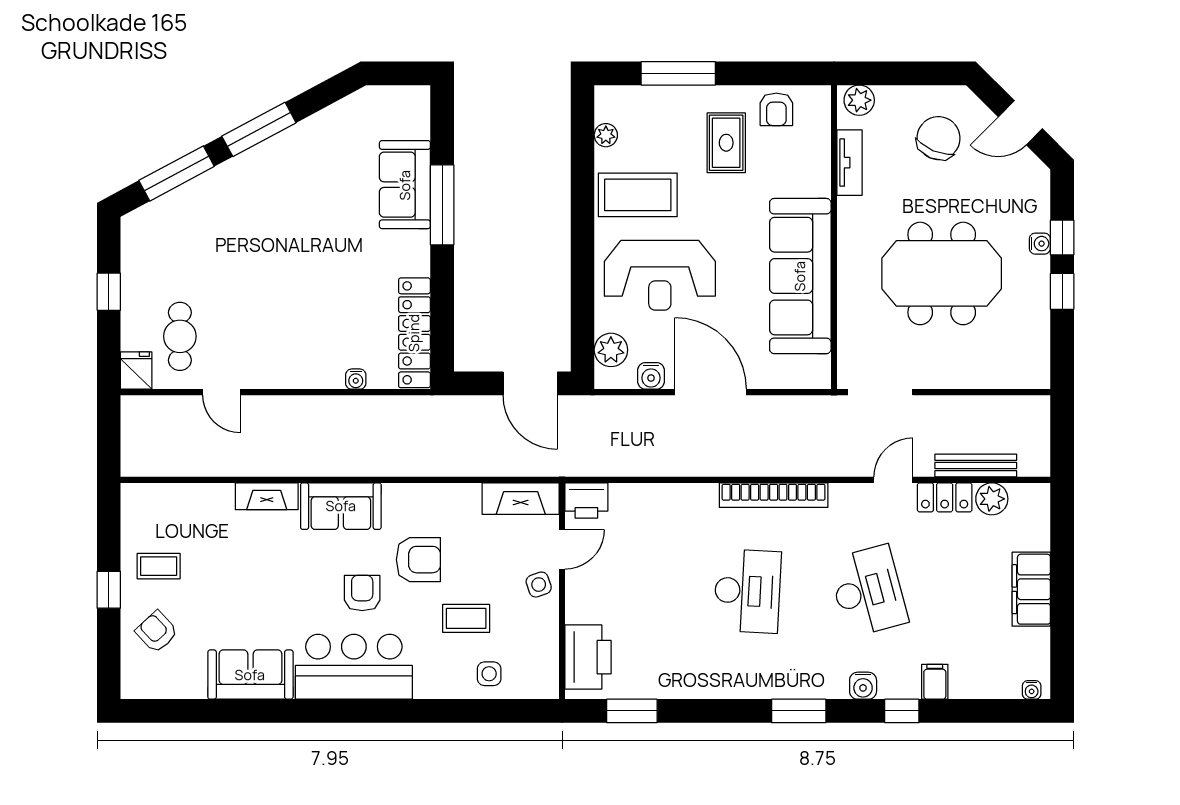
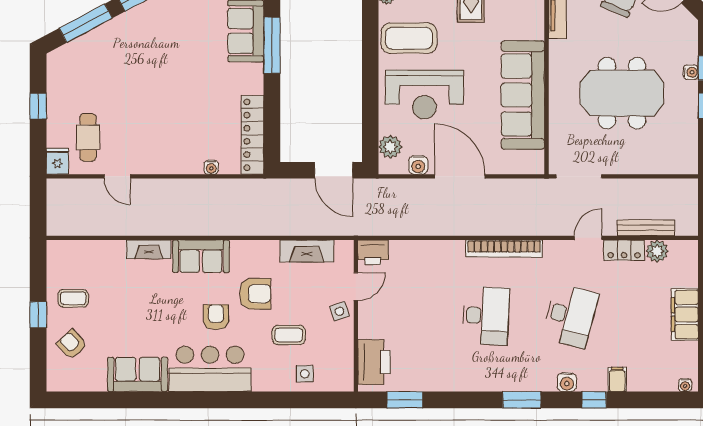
fireplace: (521, 499) -> (307, 251), moved
desk: (868, 591) -> (570, 316), turned 30

